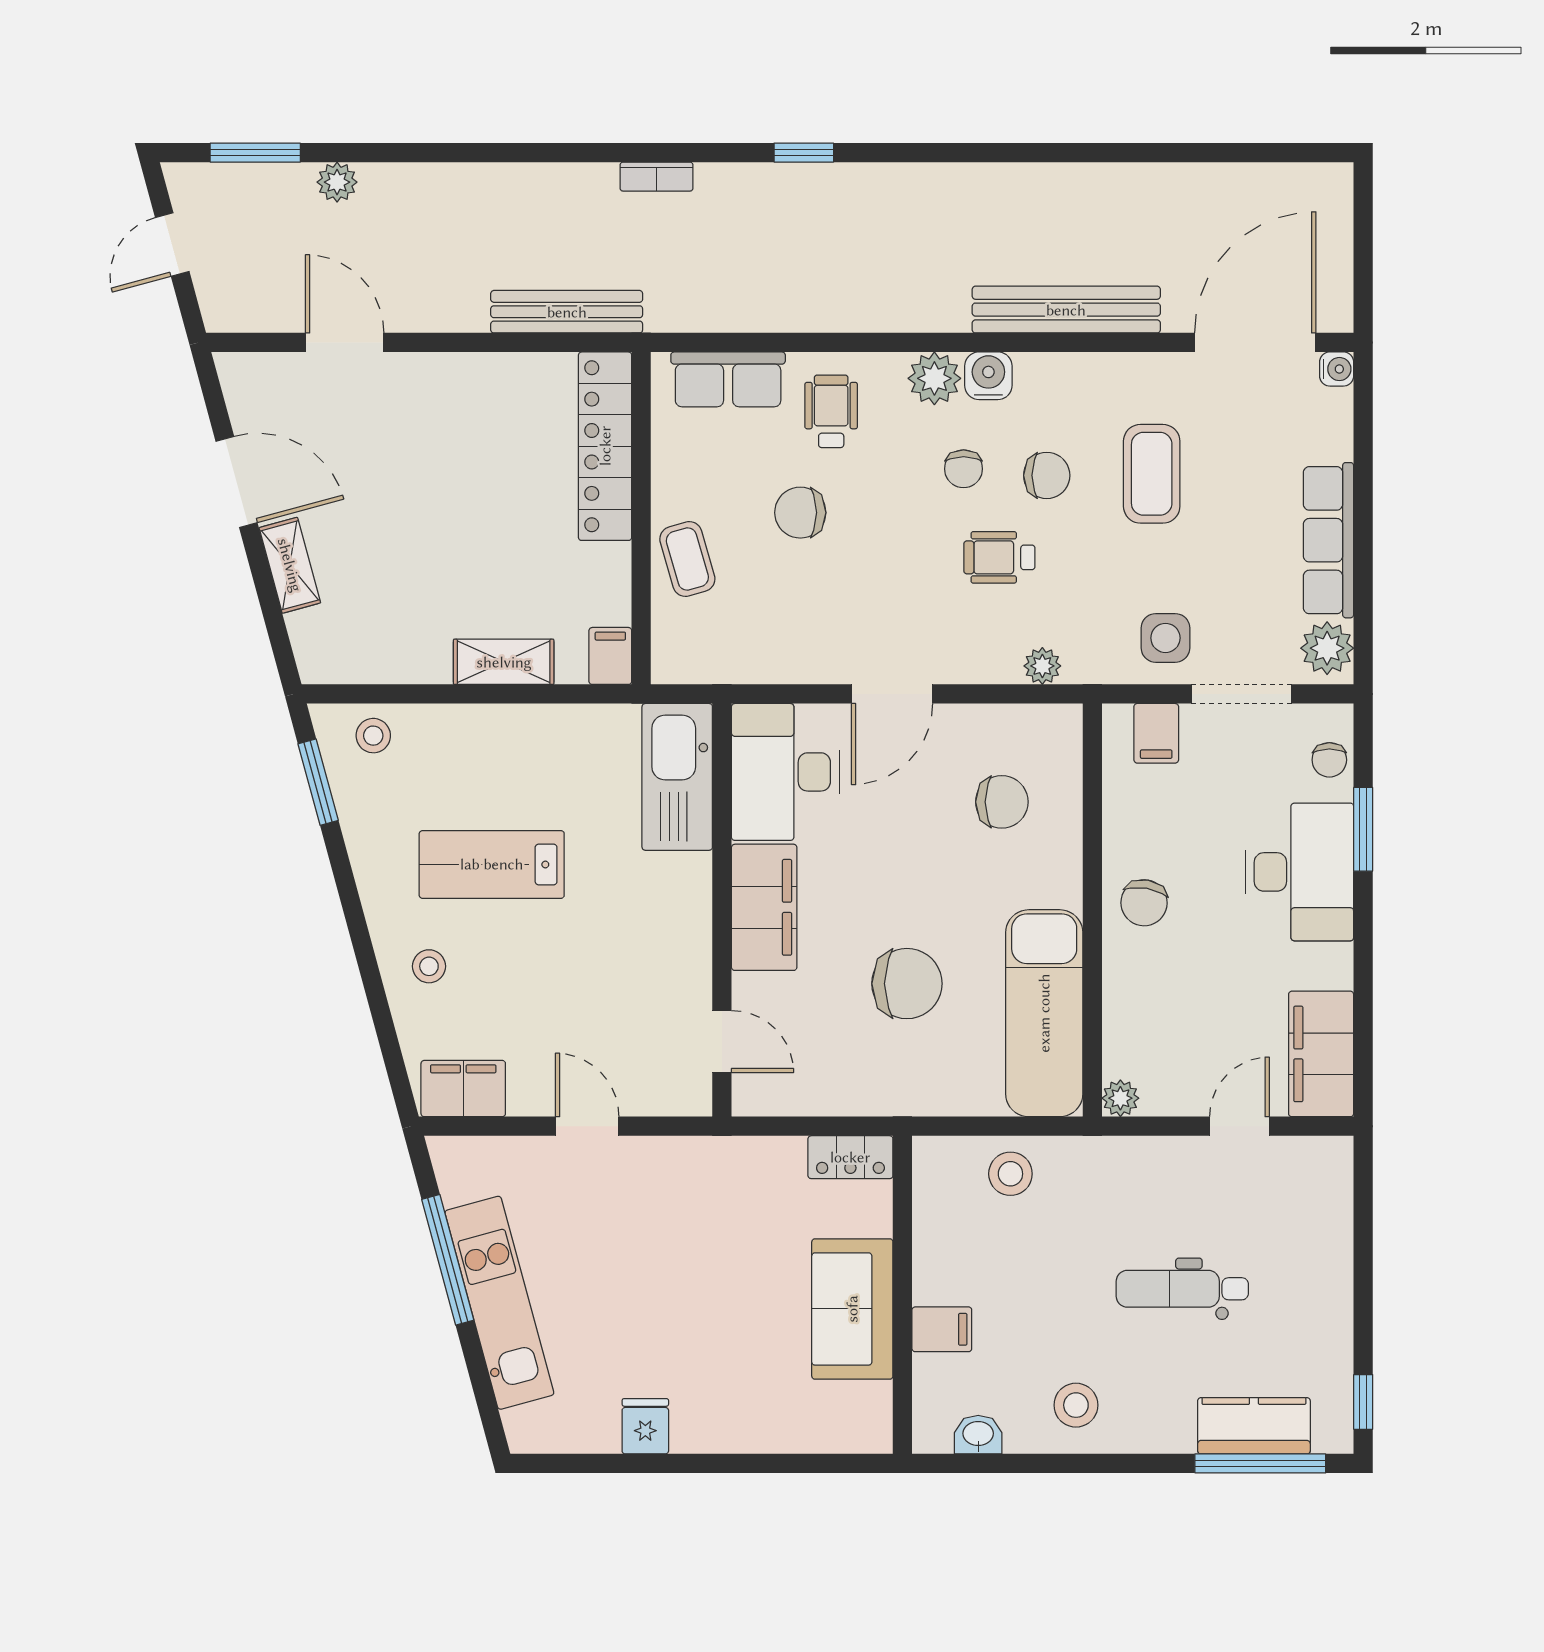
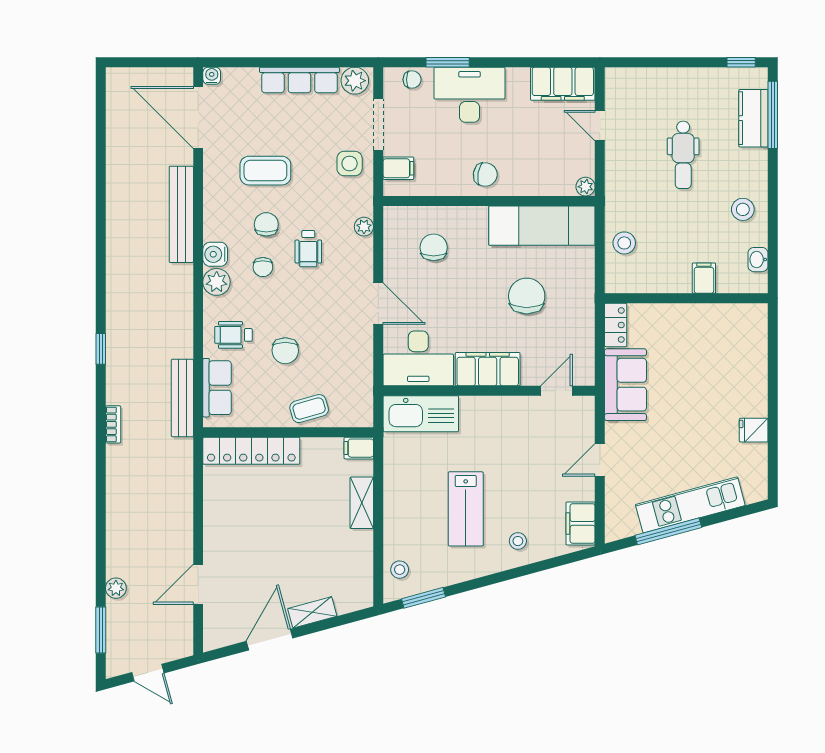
bench: (567, 312) -> (182, 398), moved
chair: (964, 469) -> (263, 267), turned 90
sofa: (852, 1309) -> (626, 385), moved, turned -90

